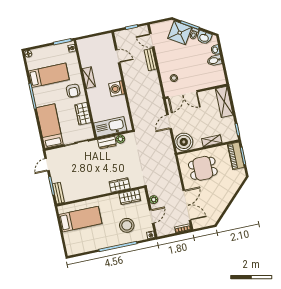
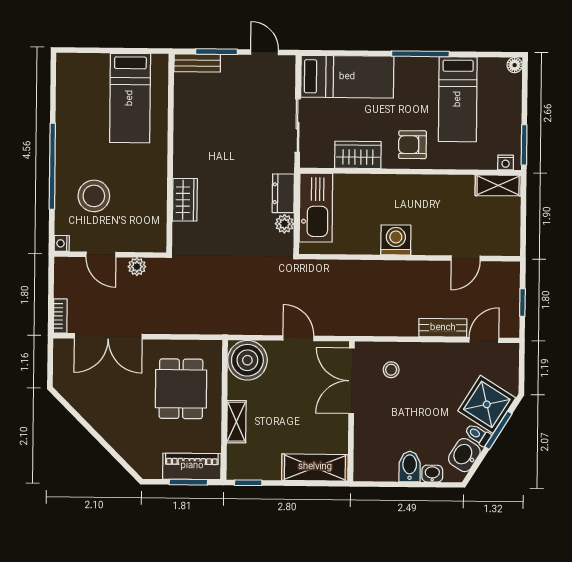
shelving: (89, 78) -> (498, 185), moved
wardrobe: (130, 197) -> (154, 216), removed

